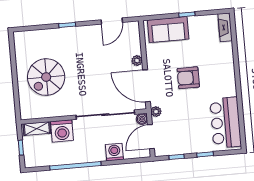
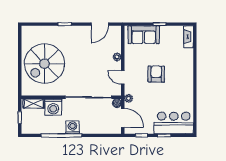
spiral stairs: (46, 77) -> (44, 64), width x1.37, depth x1.37
armchair: (188, 78) -> (156, 74), turned 90
door: (146, 86) -> (123, 77), width x0.53
bar counter: (226, 123) -> (174, 123), moved, turned 90
door: (151, 137) -> (123, 118), swing flipped
washing machine: (114, 152) -> (72, 127), moved

